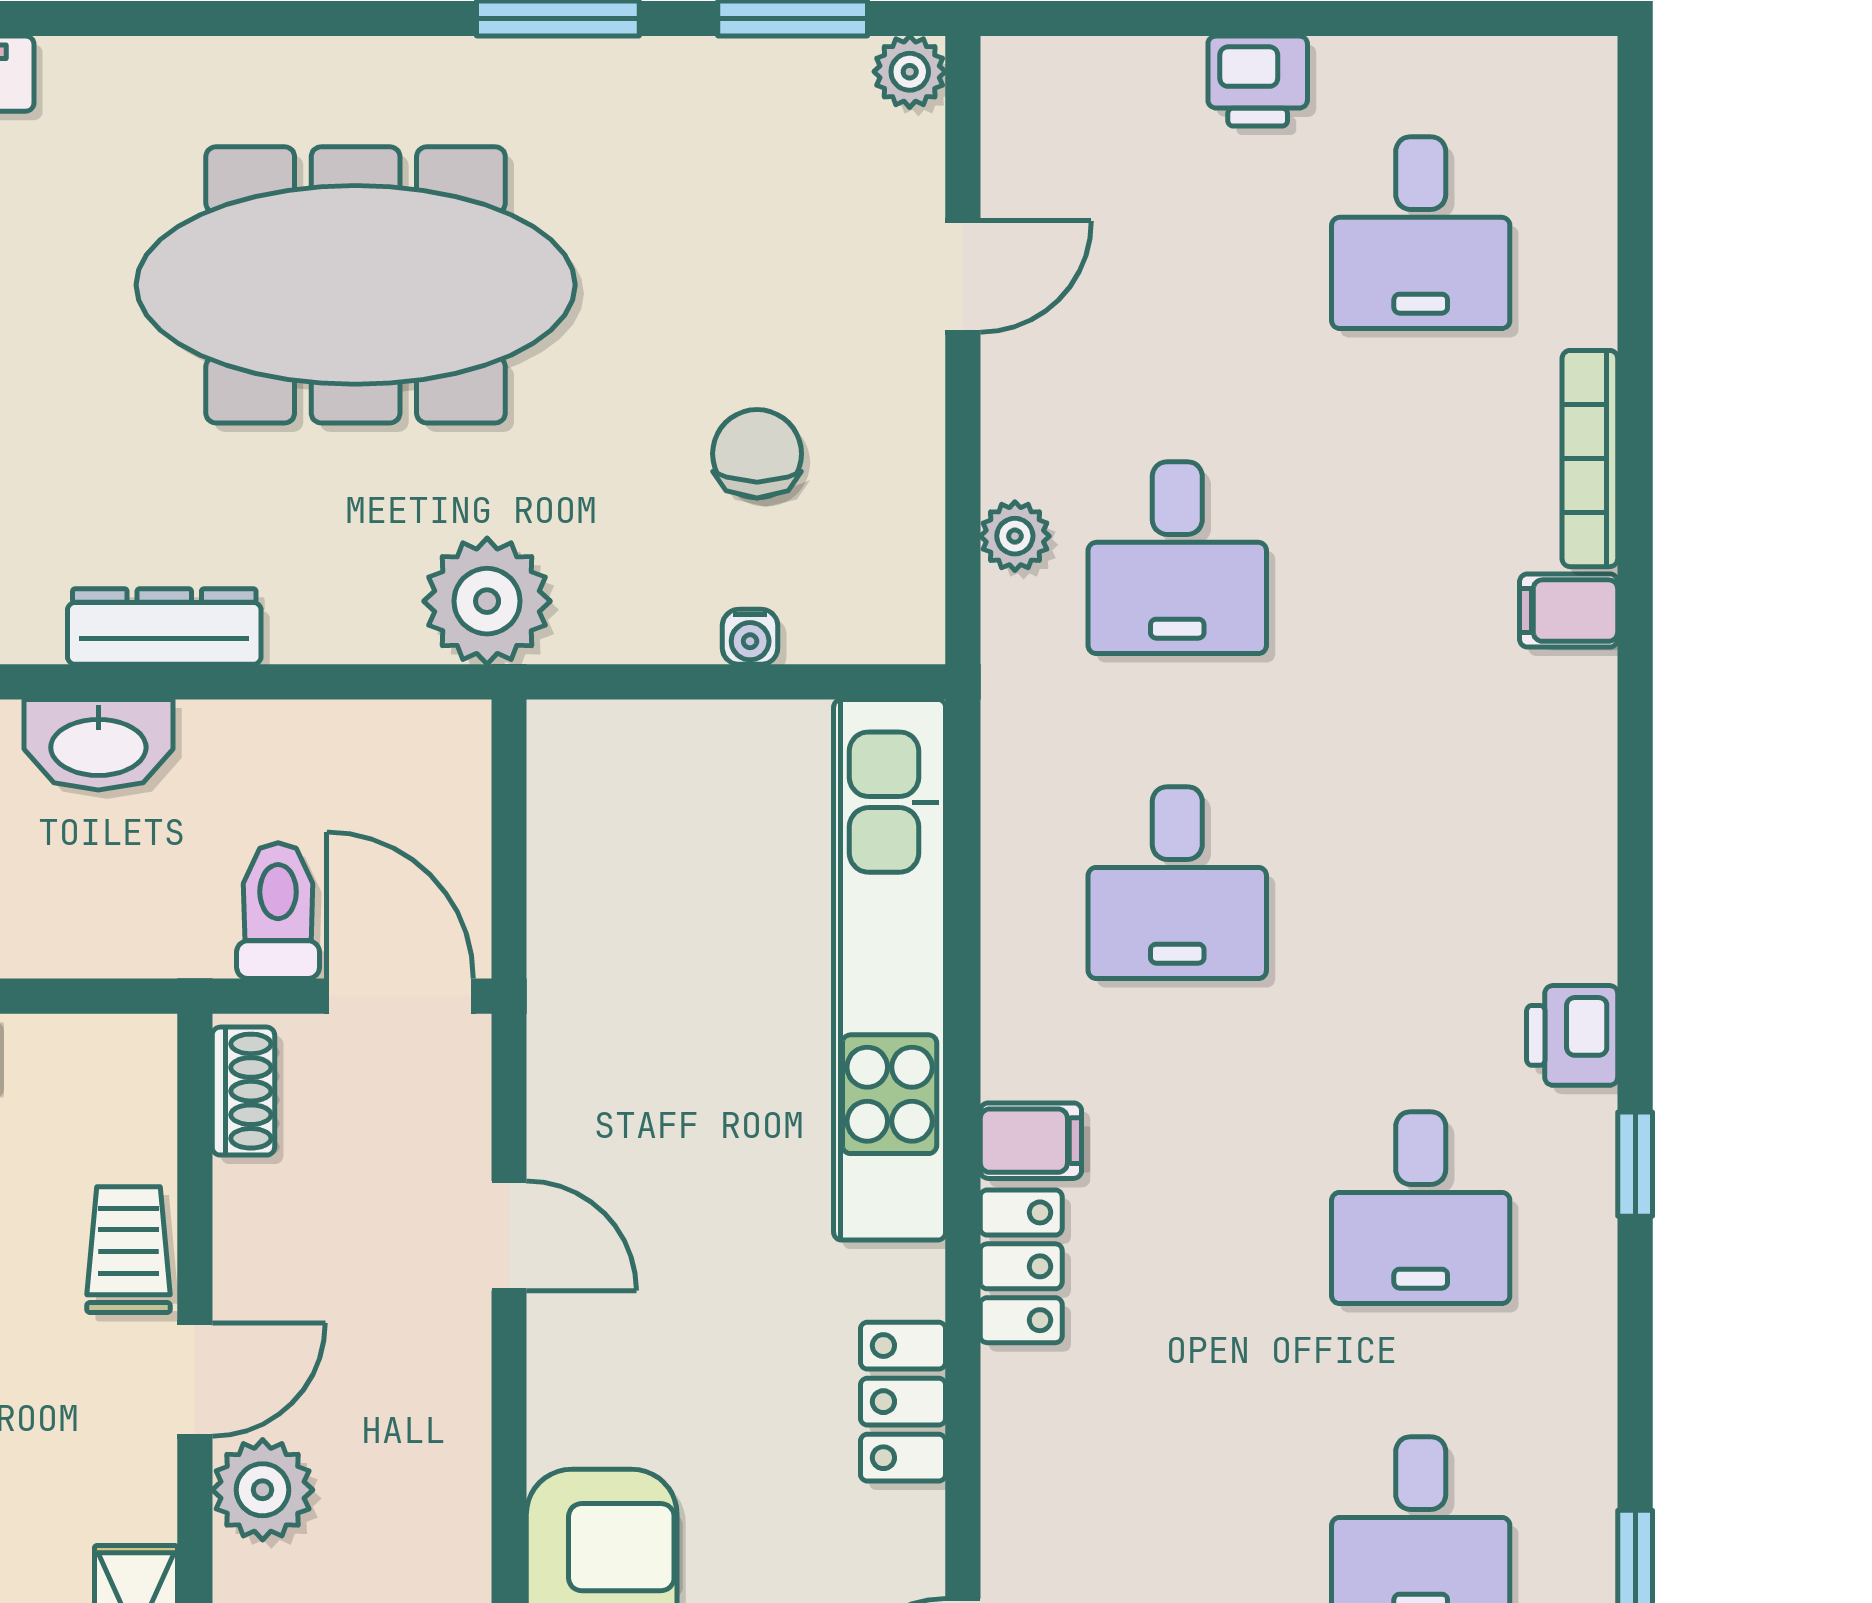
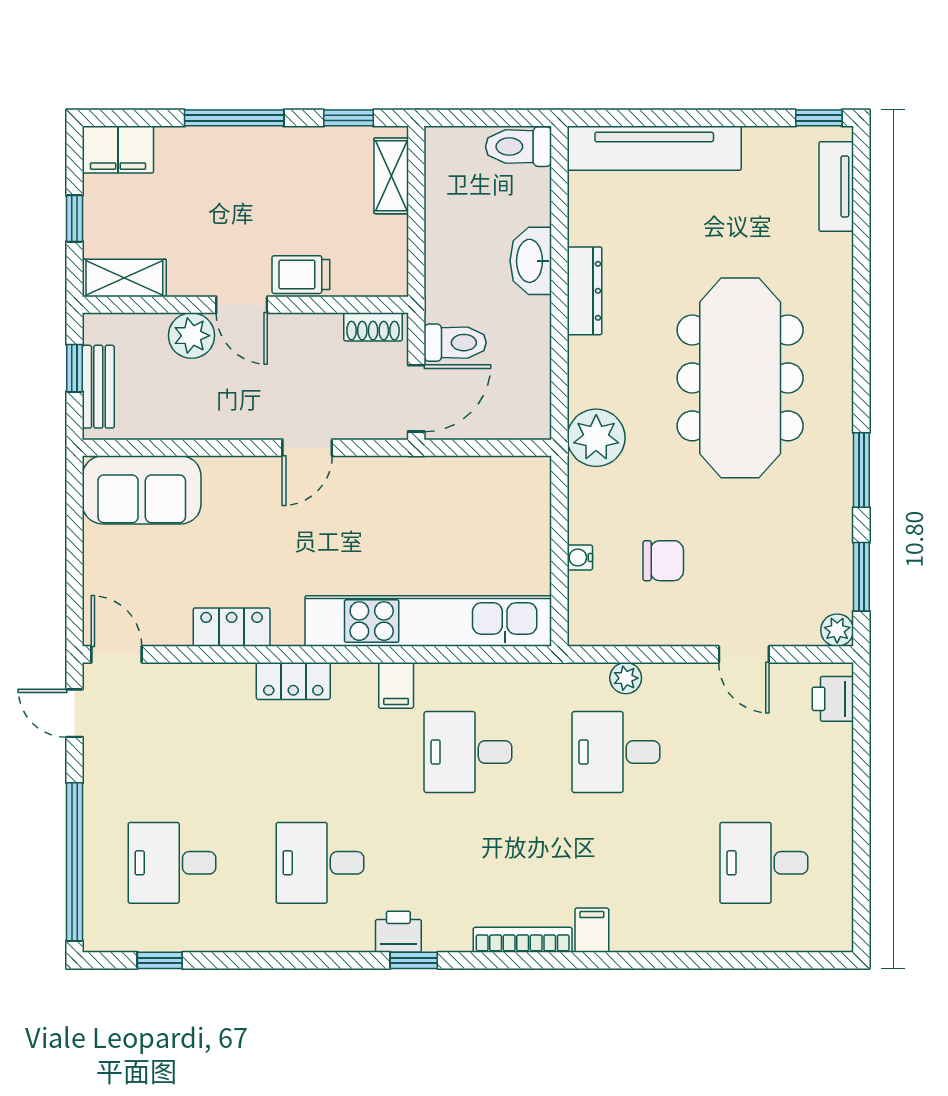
printer: (1258, 81) -> (833, 699), moved
bookcase: (1590, 459) -> (523, 940), moved
filing cabinet: (1031, 1141) -> (396, 685), moved
window: (1635, 1164) -> (414, 960), moved
trolley: (129, 1250) -> (301, 275), turned 180

